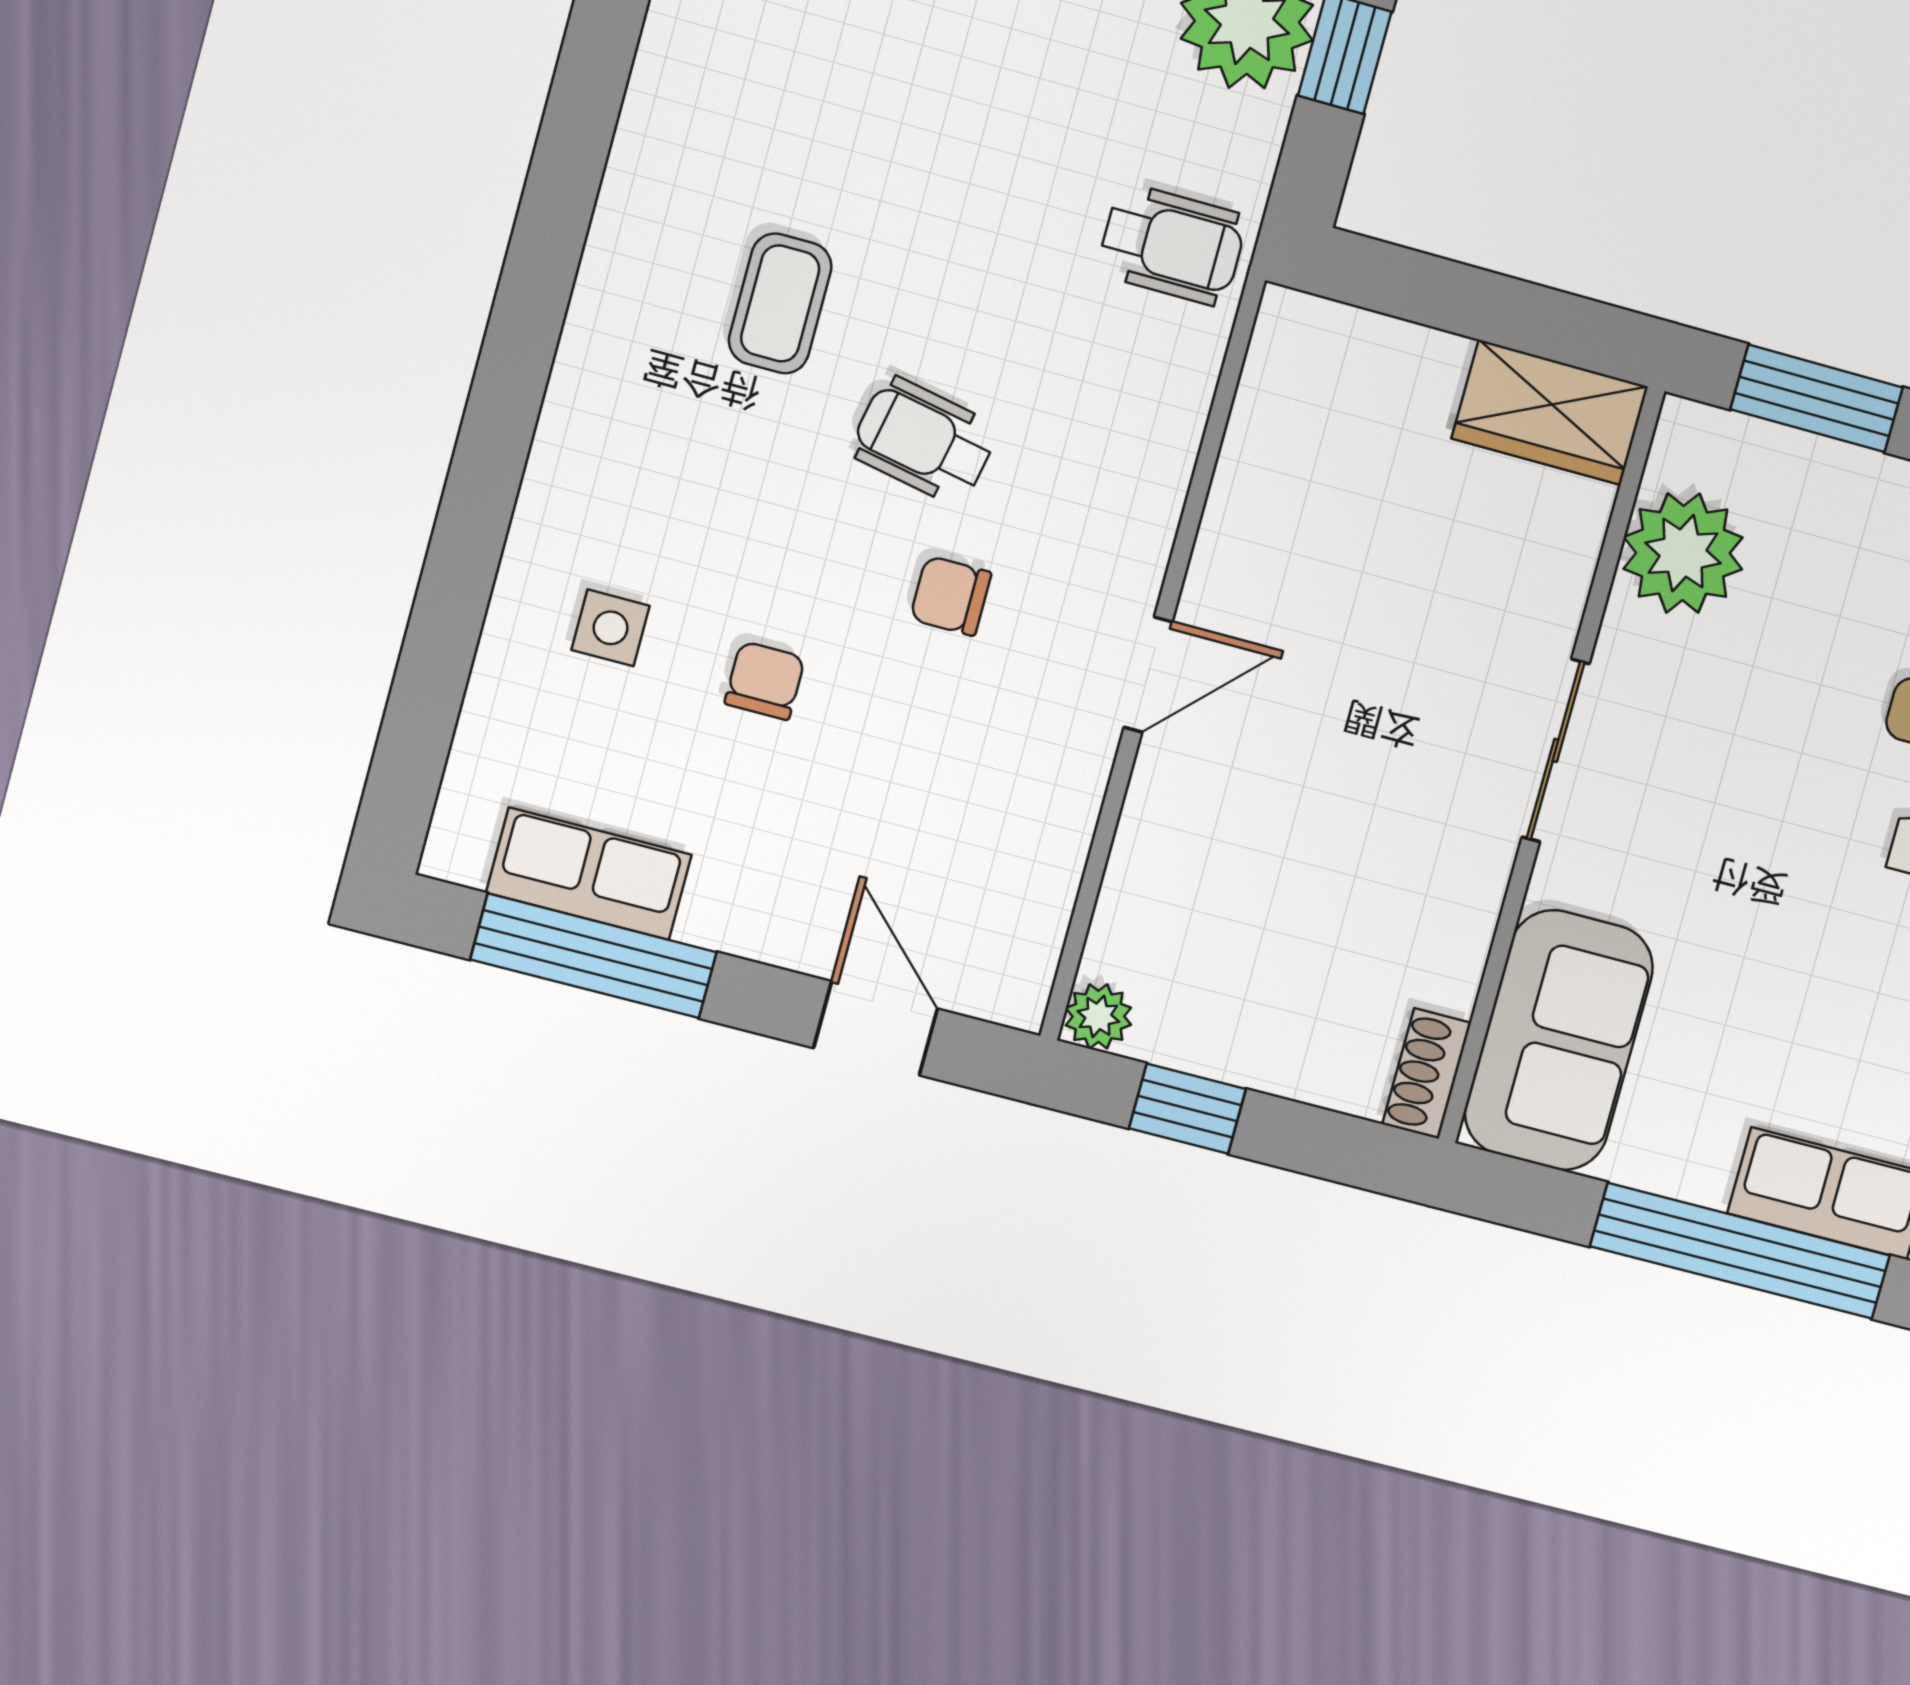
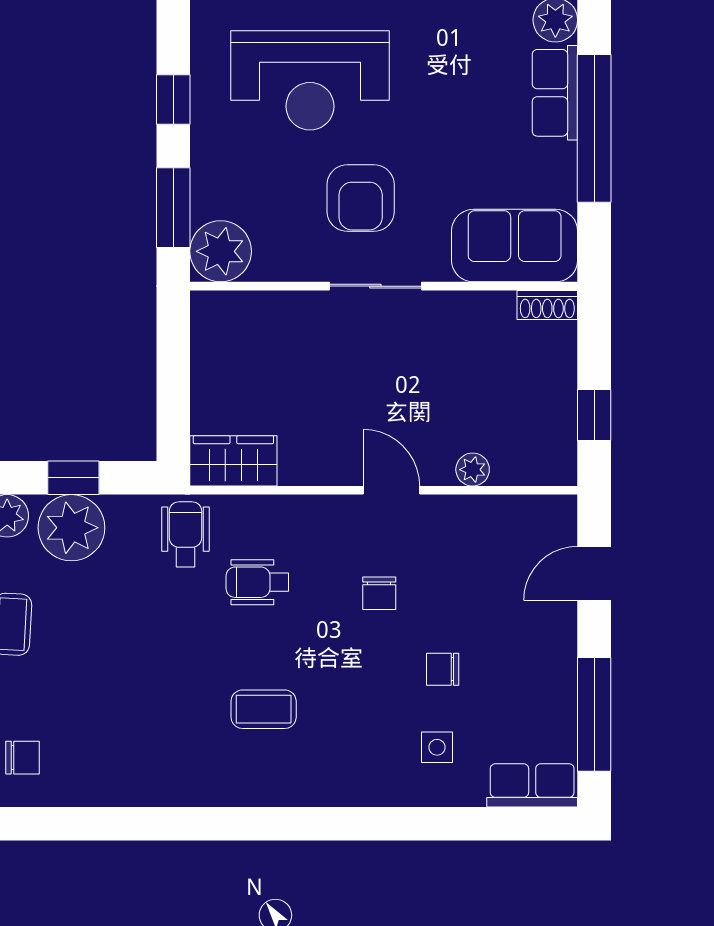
wardrobe: (1550, 413) -> (233, 461), moved, turned -90
wheelchair: (924, 440) -> (257, 582), moved, turned 79
plant: (1683, 553) -> (221, 251), moved
armchair: (1733, 767) -> (361, 198), added
row of seats: (589, 874) -> (532, 785), moved, turned 90
plant: (1098, 1016) -> (473, 470), moved

